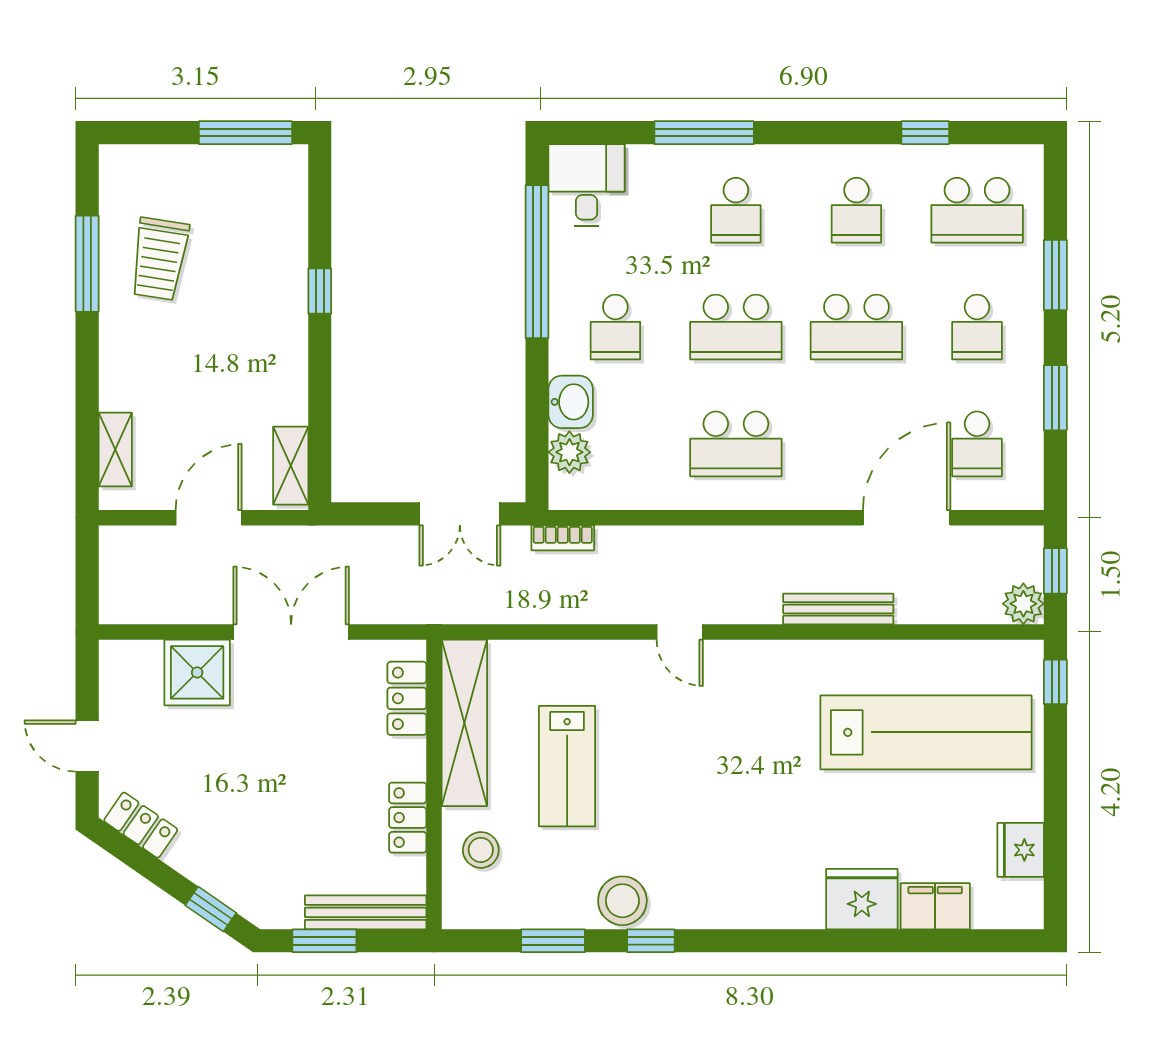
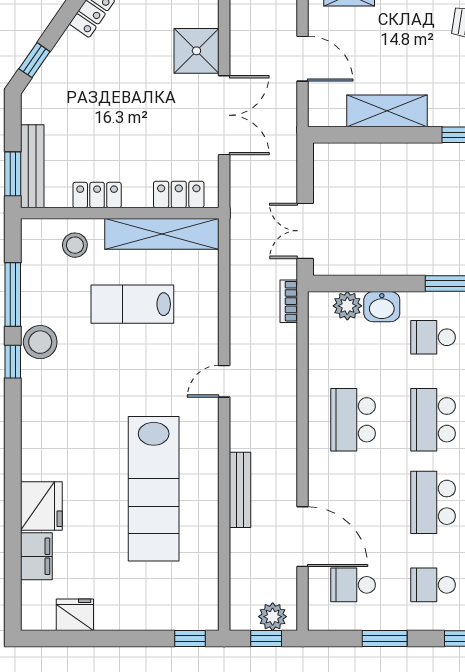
shelving: (291, 466) -> (387, 111), moved, width x1.50, depth x1.33
plant: (1023, 604) -> (273, 617), moved
lab bench: (926, 732) -> (154, 489), moved
window: (324, 941) -> (13, 174), moved
window: (553, 941) -> (13, 295), width x1.44

